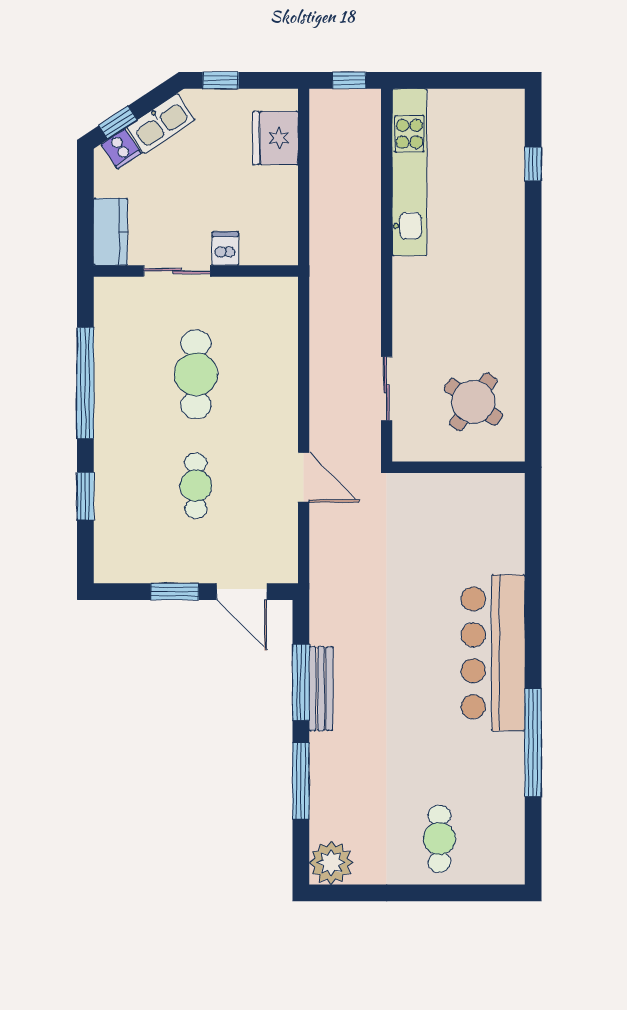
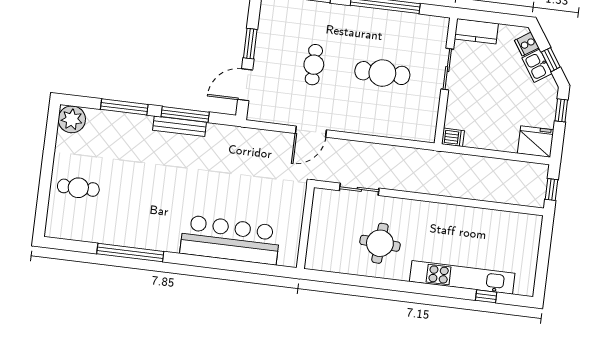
window: (118, 123) -> (551, 60), moved
kitchen sink: (161, 123) -> (537, 66), width x0.73
fridge: (276, 138) -> (536, 142), moved
kitchen unit: (409, 172) -> (462, 277), moved, turned 180
dishwasher: (225, 249) -> (453, 137), moved
round table: (473, 402) -> (380, 243), moved, turned -32
cafe table: (196, 486) -> (314, 65), turned 90
bar counter: (493, 653) -> (230, 240), moved

